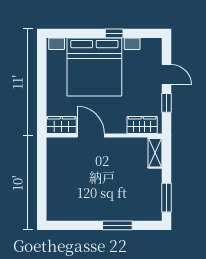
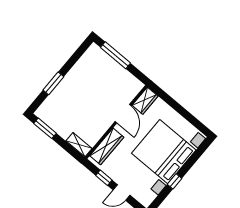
wardrobe: (142, 125) -> (107, 146), width x1.50
door: (91, 135) -> (123, 114), hinge flipped
window: (42, 189) -> (115, 55), added

